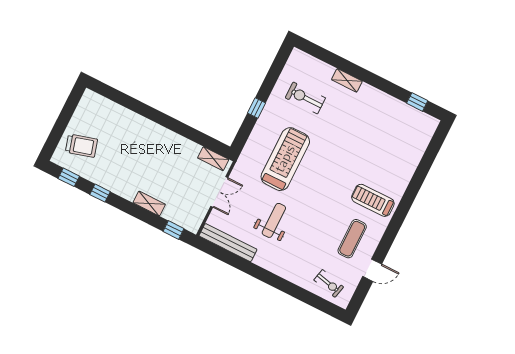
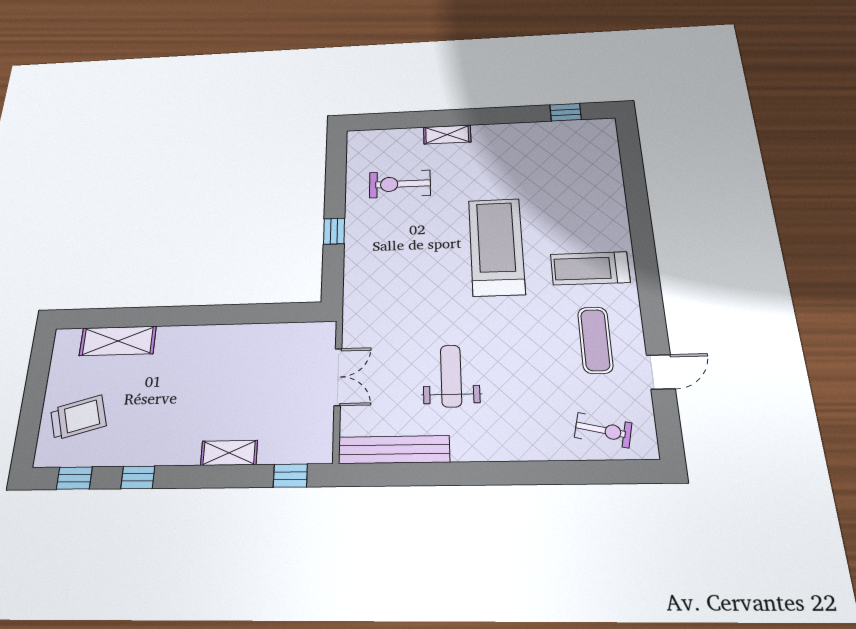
shelving: (213, 159) -> (118, 341), moved, width x1.50, depth x1.33
treadmill: (285, 159) -> (496, 247), moved

